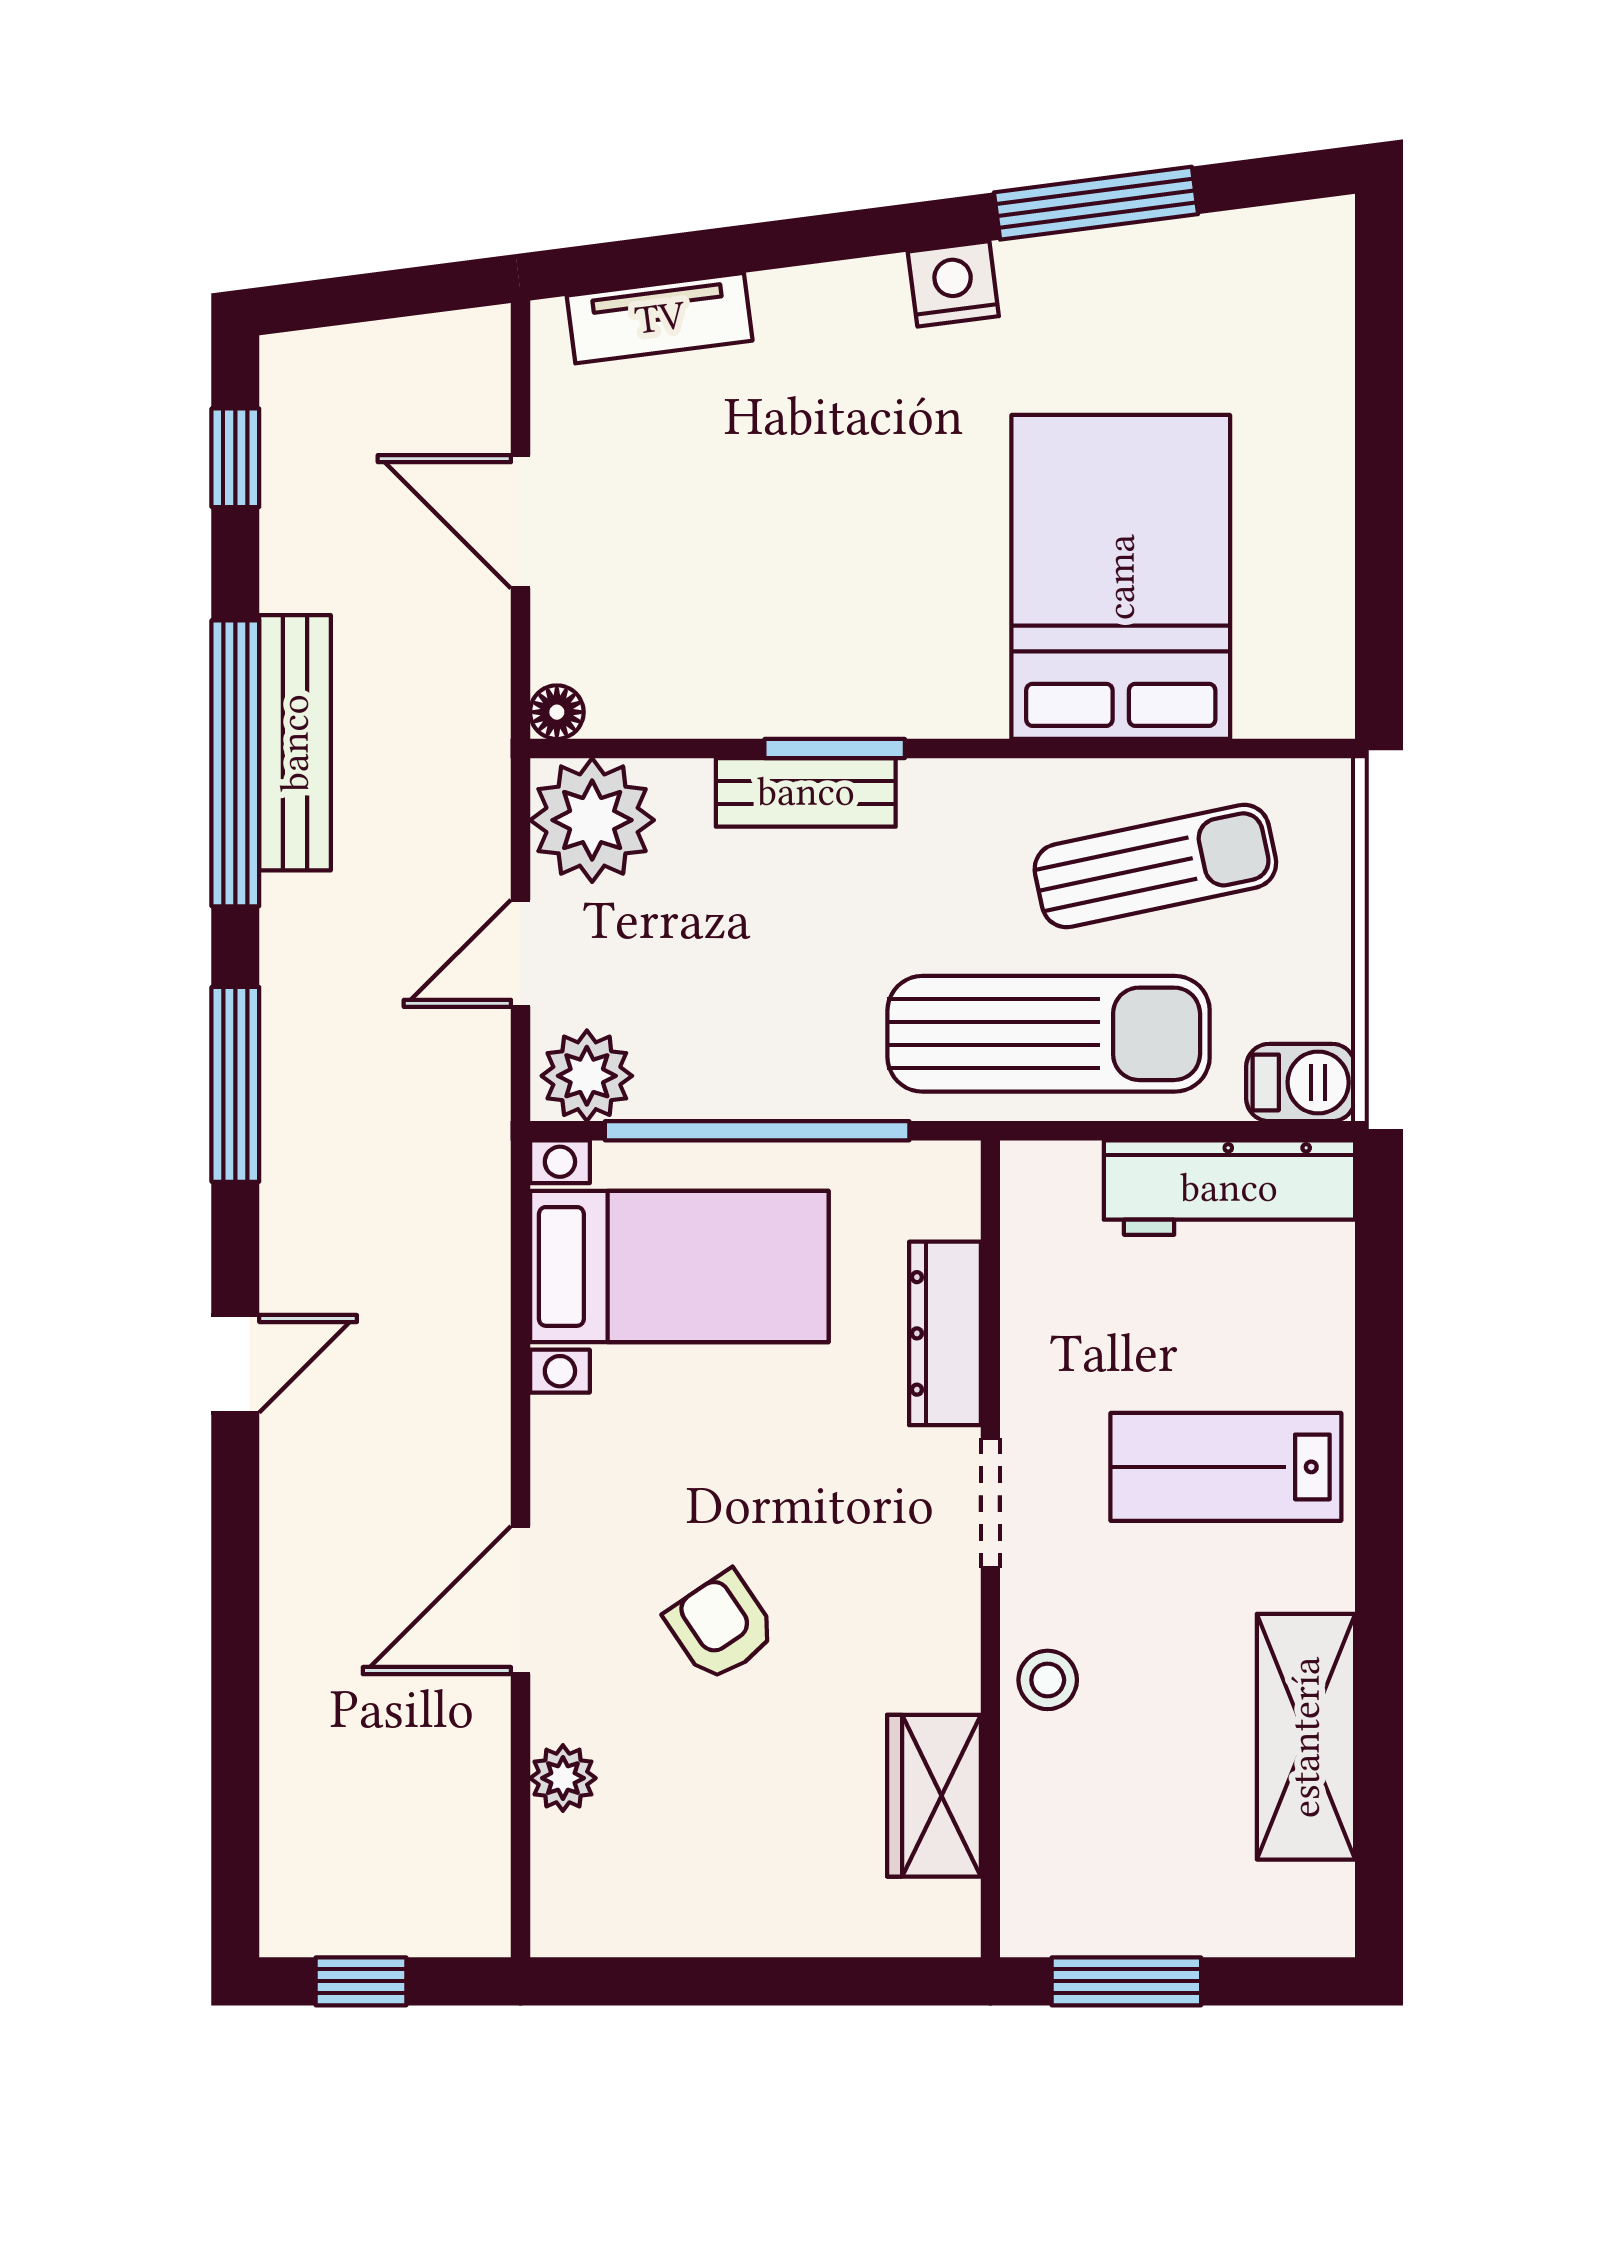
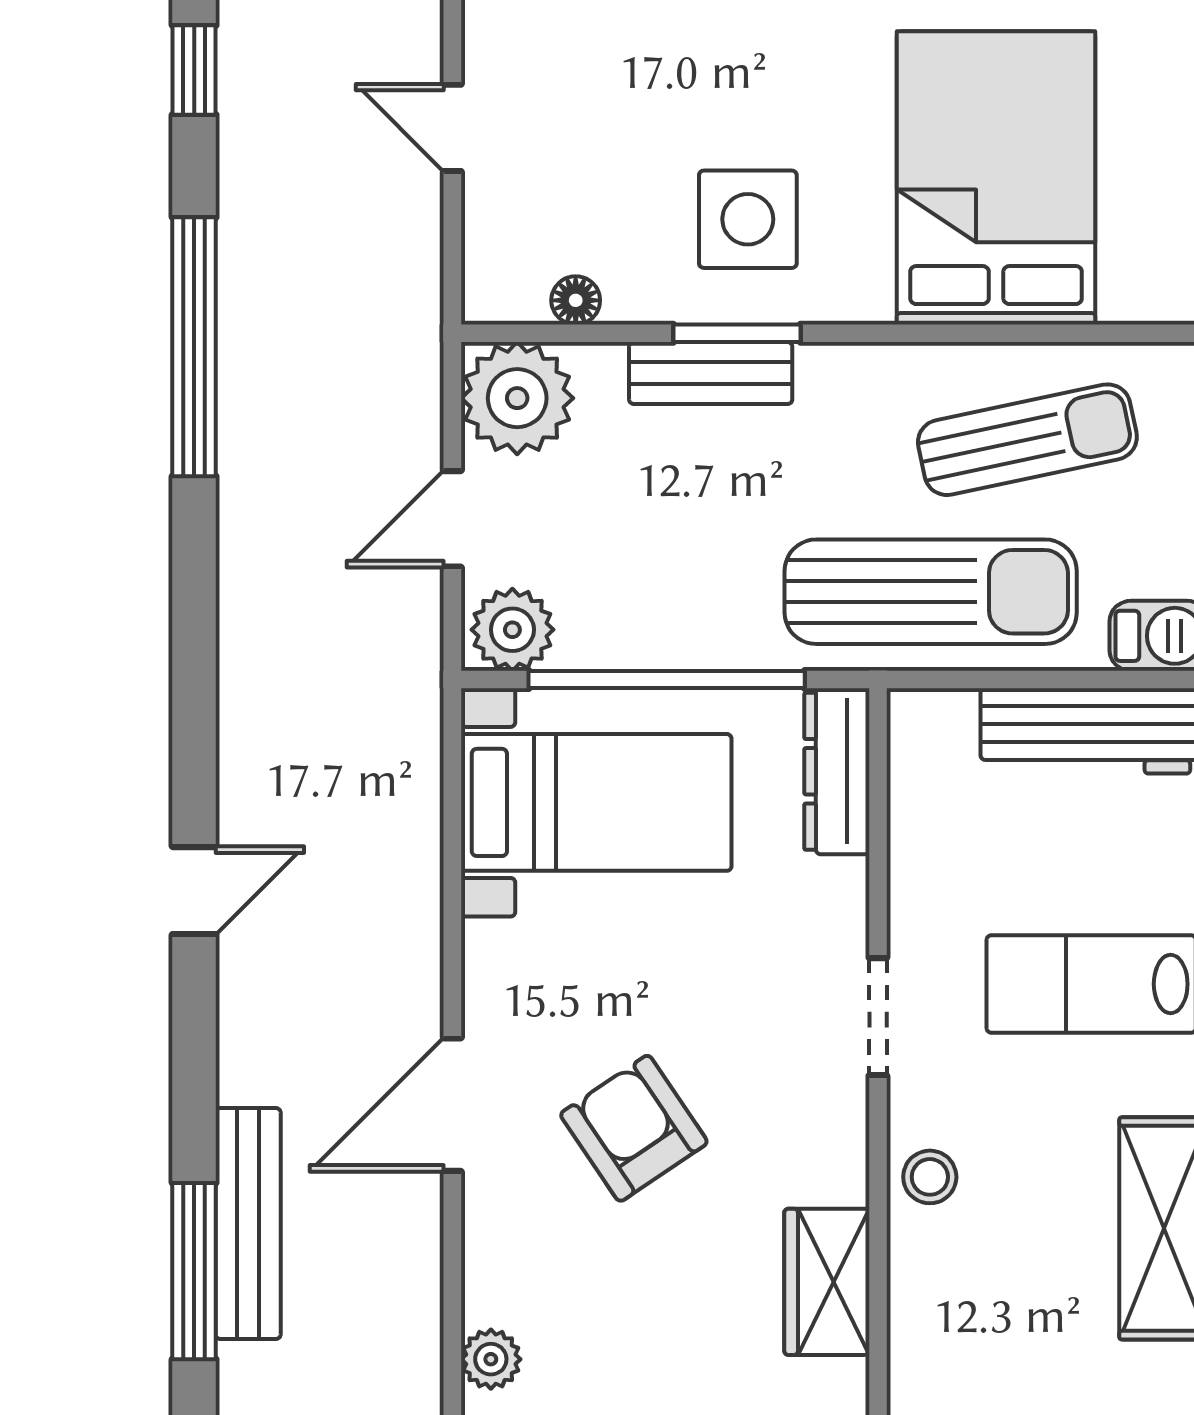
door: (520, 522) -> (452, 128), width x0.73
side table: (847, 623) -> (748, 219), added
floor lamp: (557, 712) -> (576, 300), moved
bench: (295, 743) -> (248, 1224), moved
window: (235, 1084) -> (194, 1271), moved
dresser: (945, 1333) -> (837, 771), moved
armchair: (721, 1626) -> (634, 1128), width x1.38, depth x1.38
plant: (563, 1778) -> (491, 1359), moved

